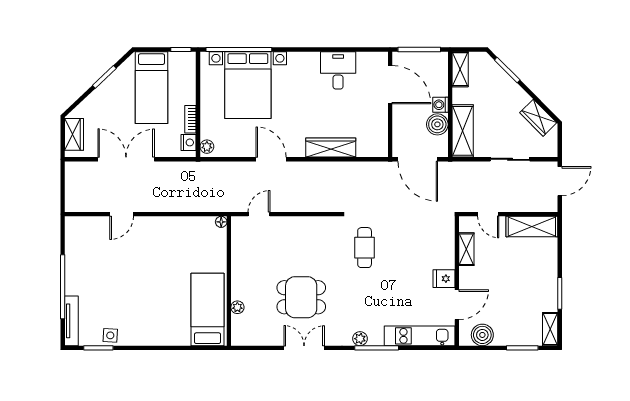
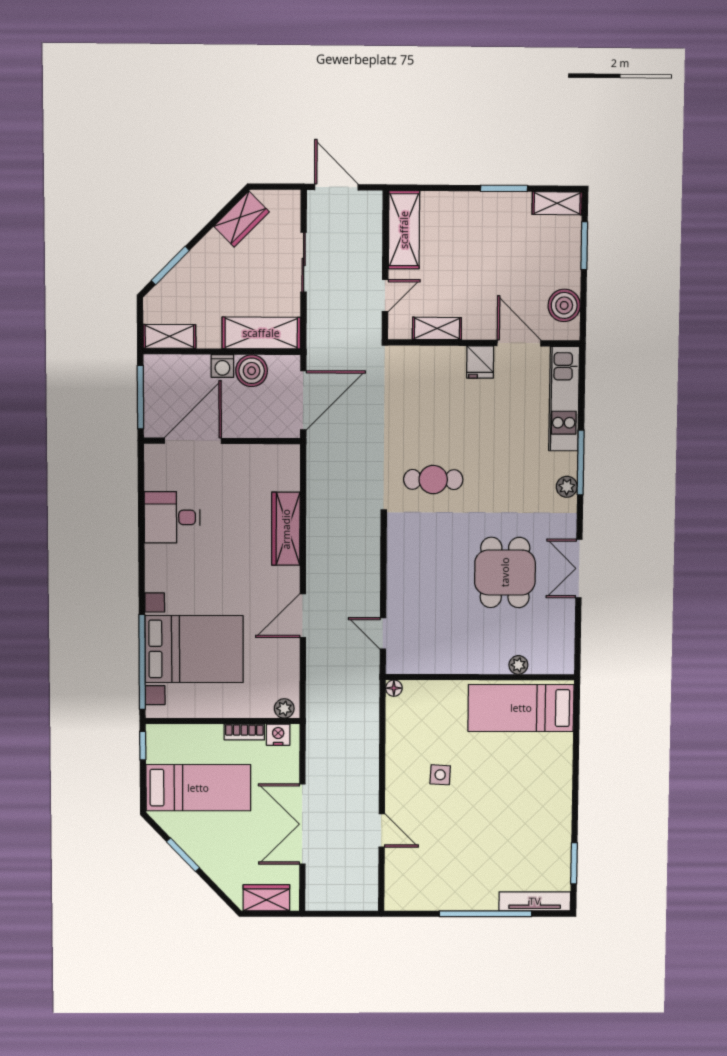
side table: (110, 335) -> (440, 775), moved

